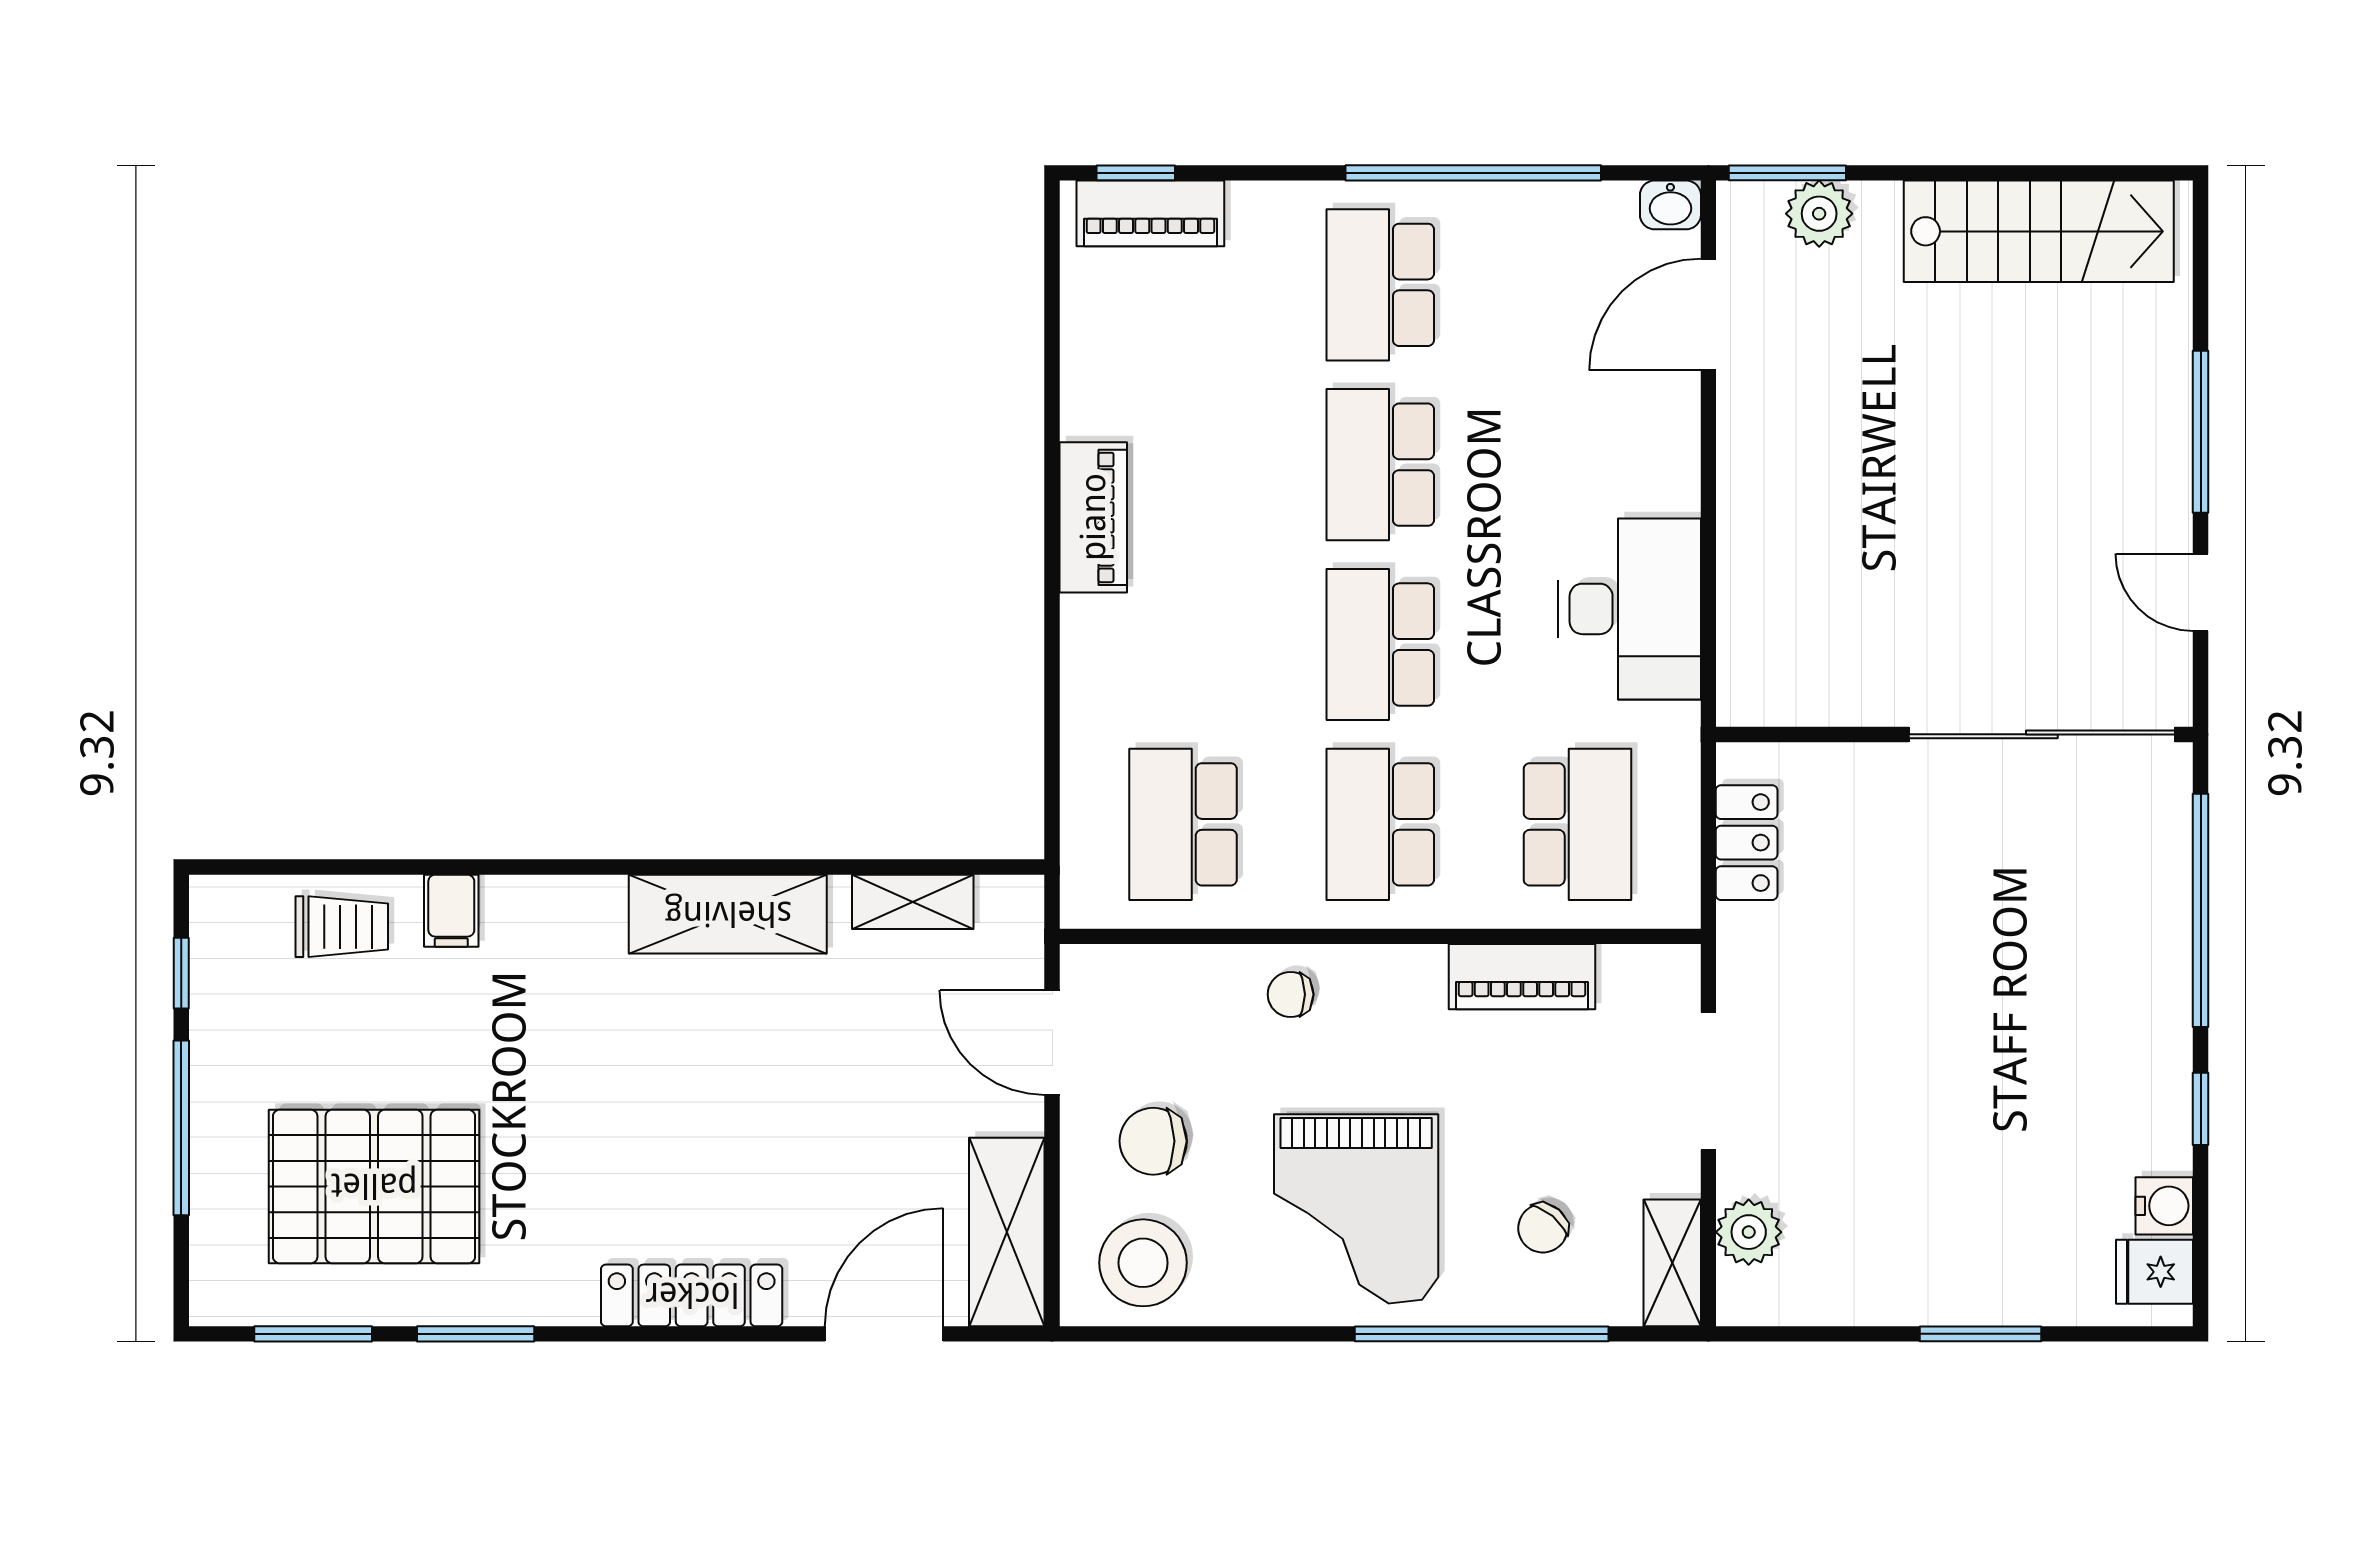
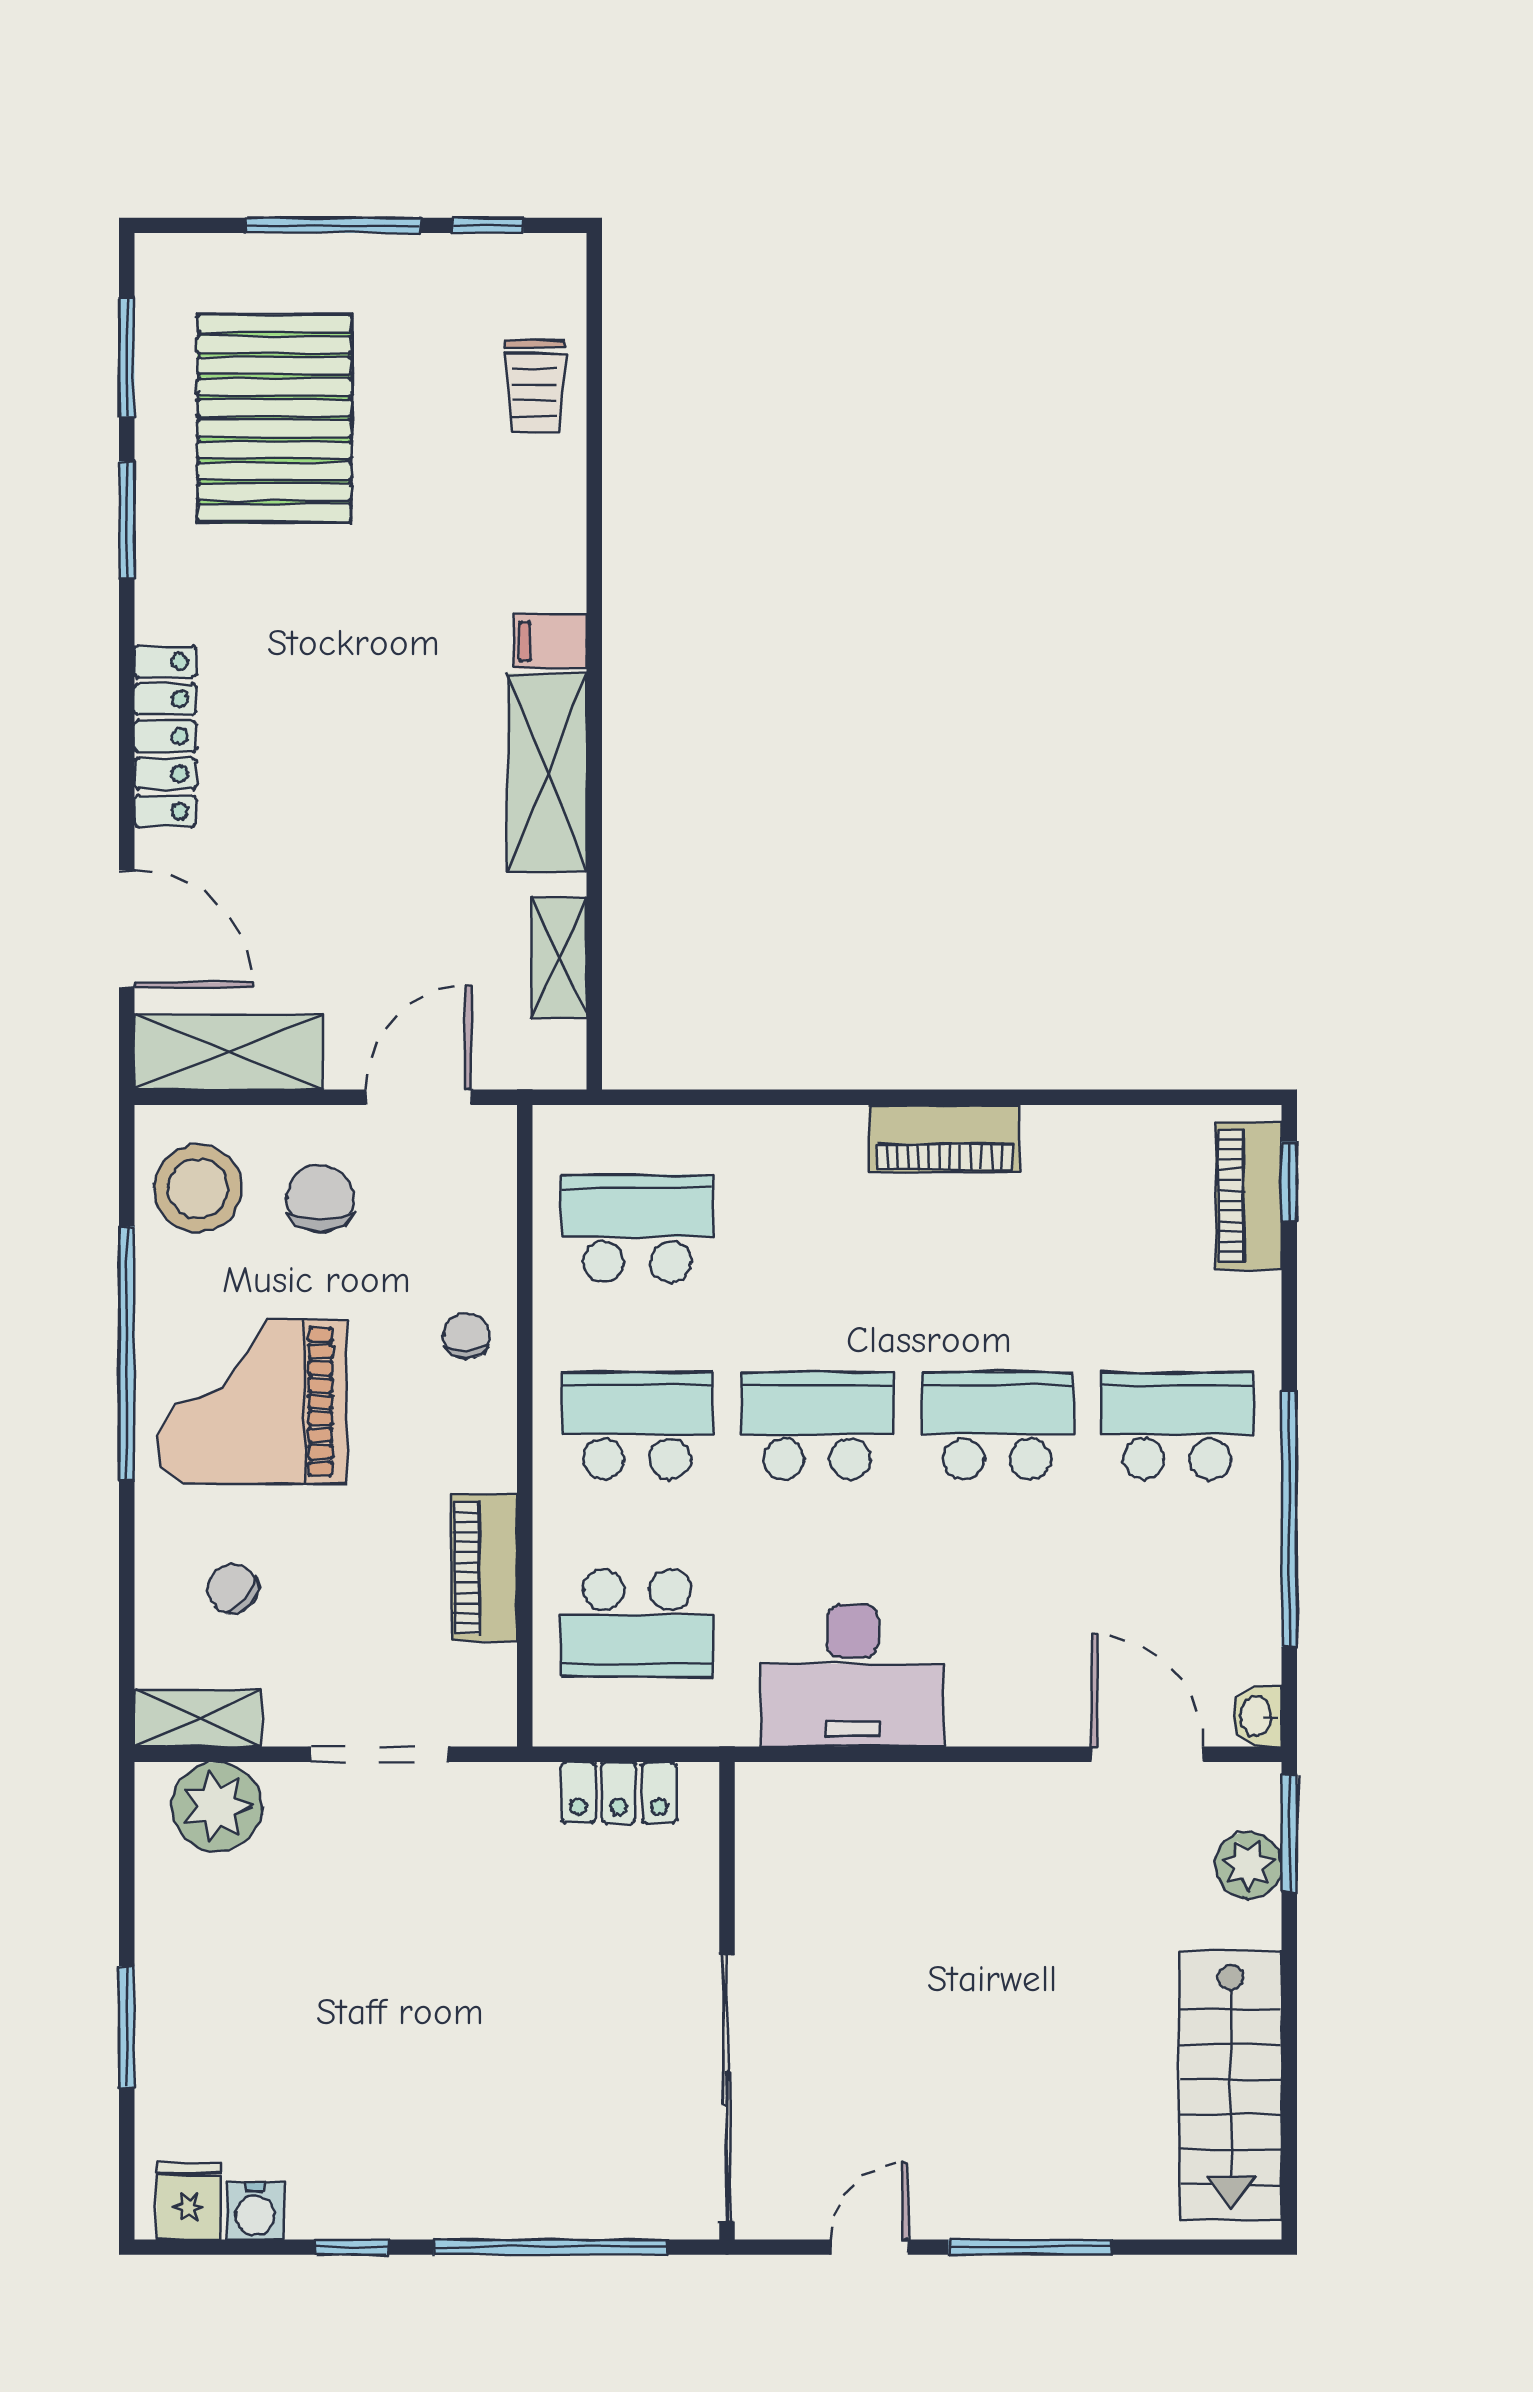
filing cabinet: (451, 911) -> (550, 641), moved
plant: (1749, 1232) -> (217, 1807), width x1.36, depth x1.36
window: (1482, 1334) -> (127, 1353), moved

